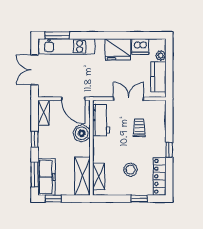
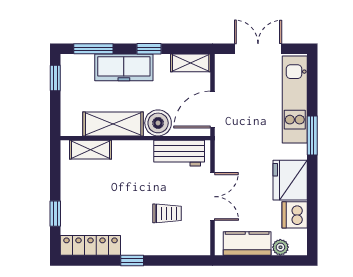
window: (57, 35) -> (312, 135), moved
stool: (130, 170) -> (101, 200), removed
shelving: (82, 176) -> (113, 124), moved
freezer: (46, 177) -> (124, 67), moved

